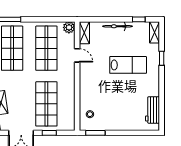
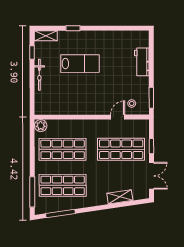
shelving: (84, 33) -> (46, 110), removed
door: (77, 55) -> (118, 117), moved
lab bench: (128, 65) -> (80, 64), turned 90
workbench: (153, 110) -> (142, 62), moved, turned 90

